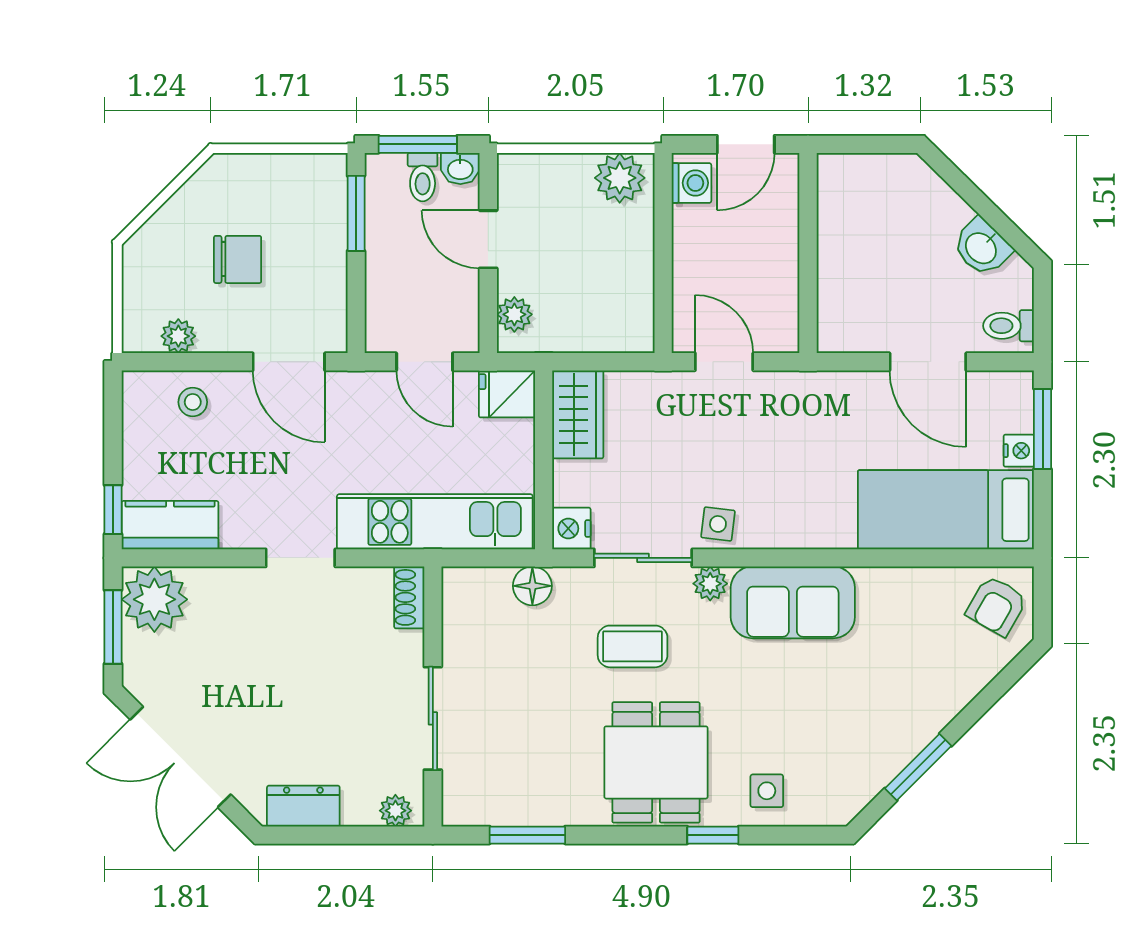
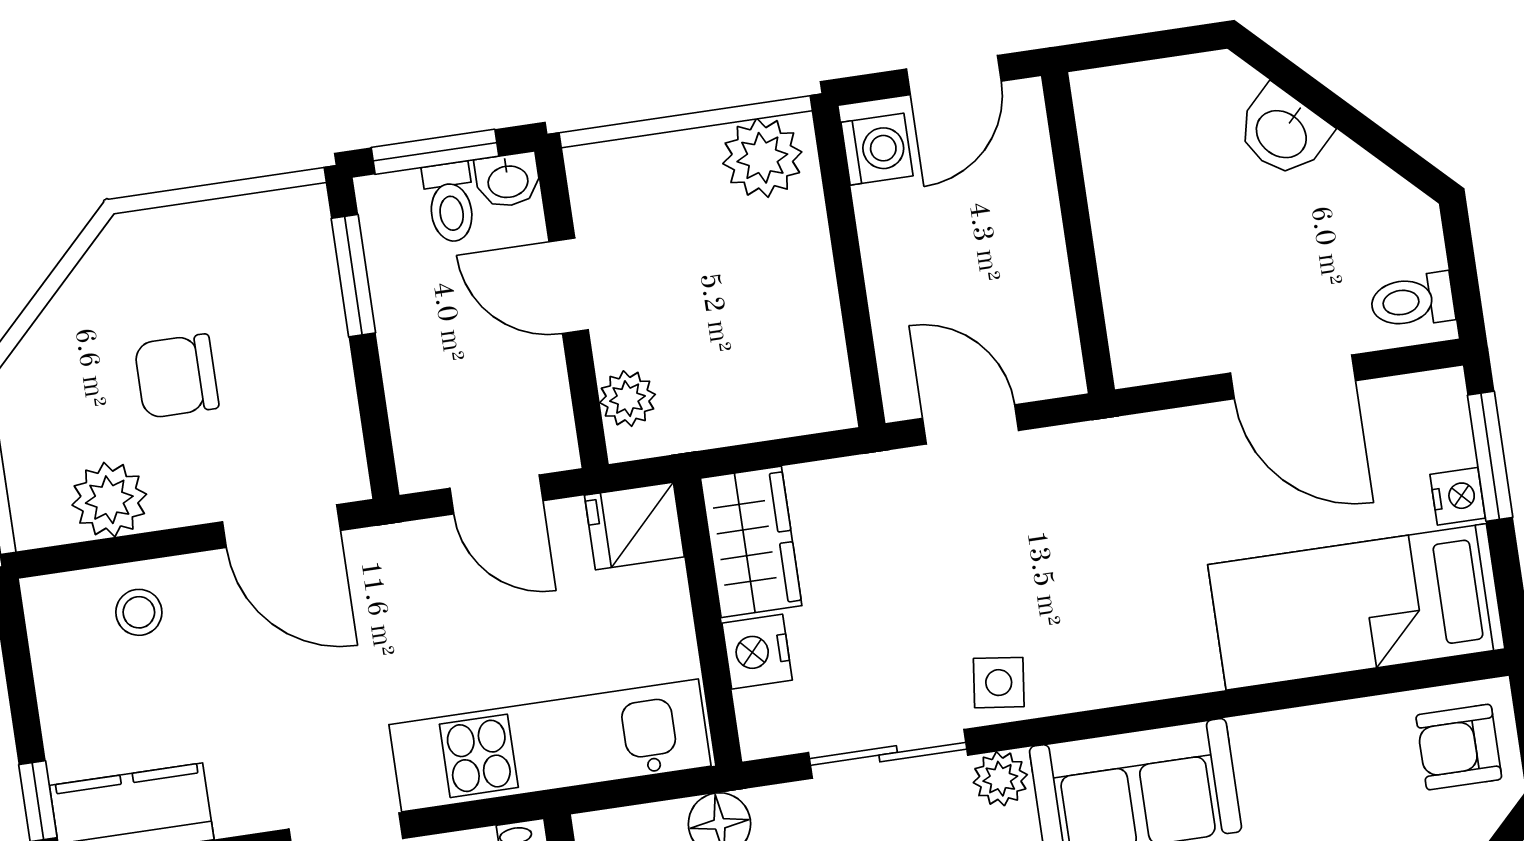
washbasin: (982, 247) -> (1283, 132), moved
chair: (238, 259) -> (177, 376), turned 180
plant: (178, 336) -> (109, 500), width x1.38, depth x1.38
nightstand: (571, 529) -> (757, 652), moved
armchair: (997, 606) -> (1459, 747), turned 60

